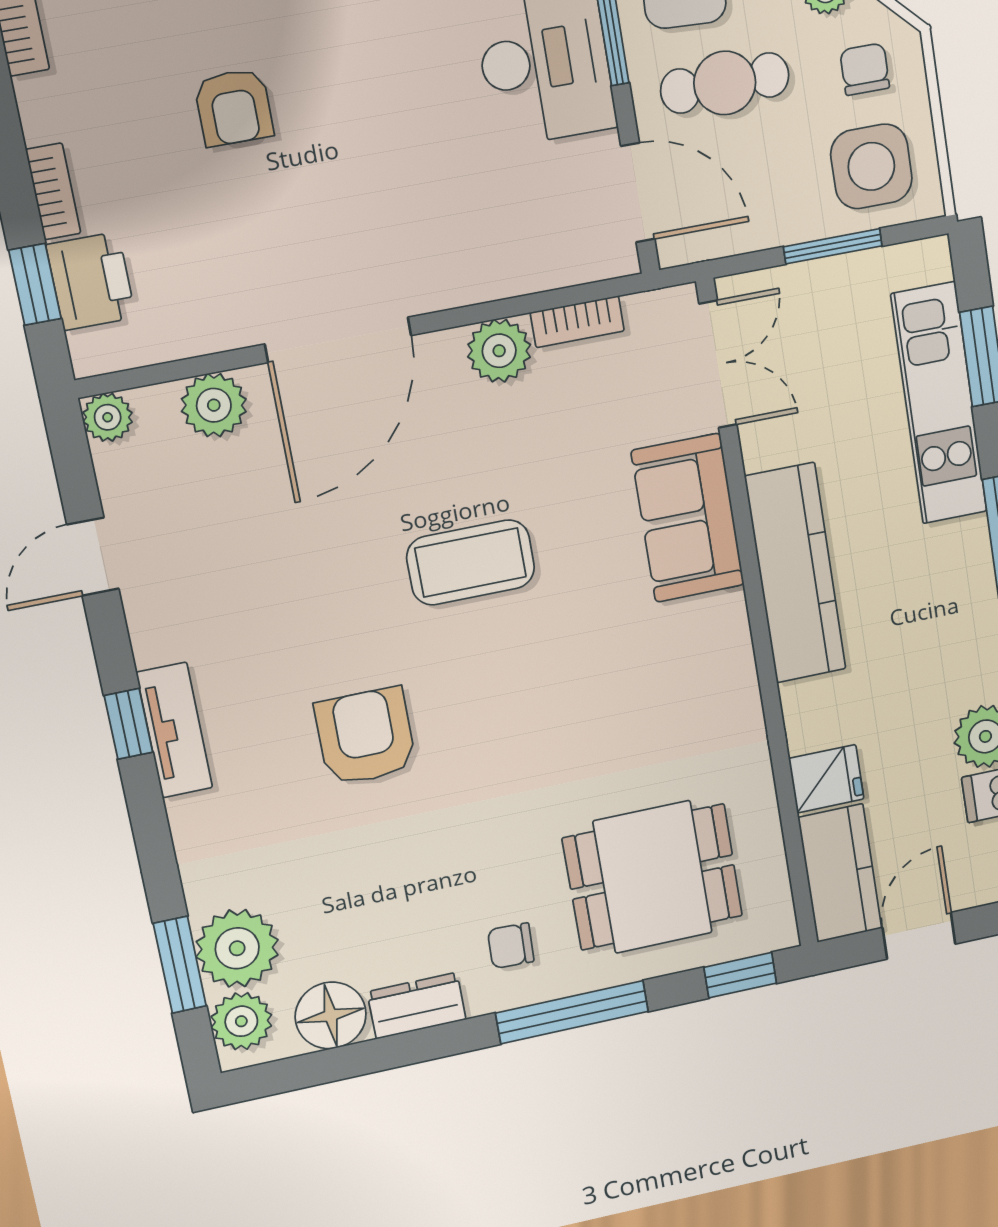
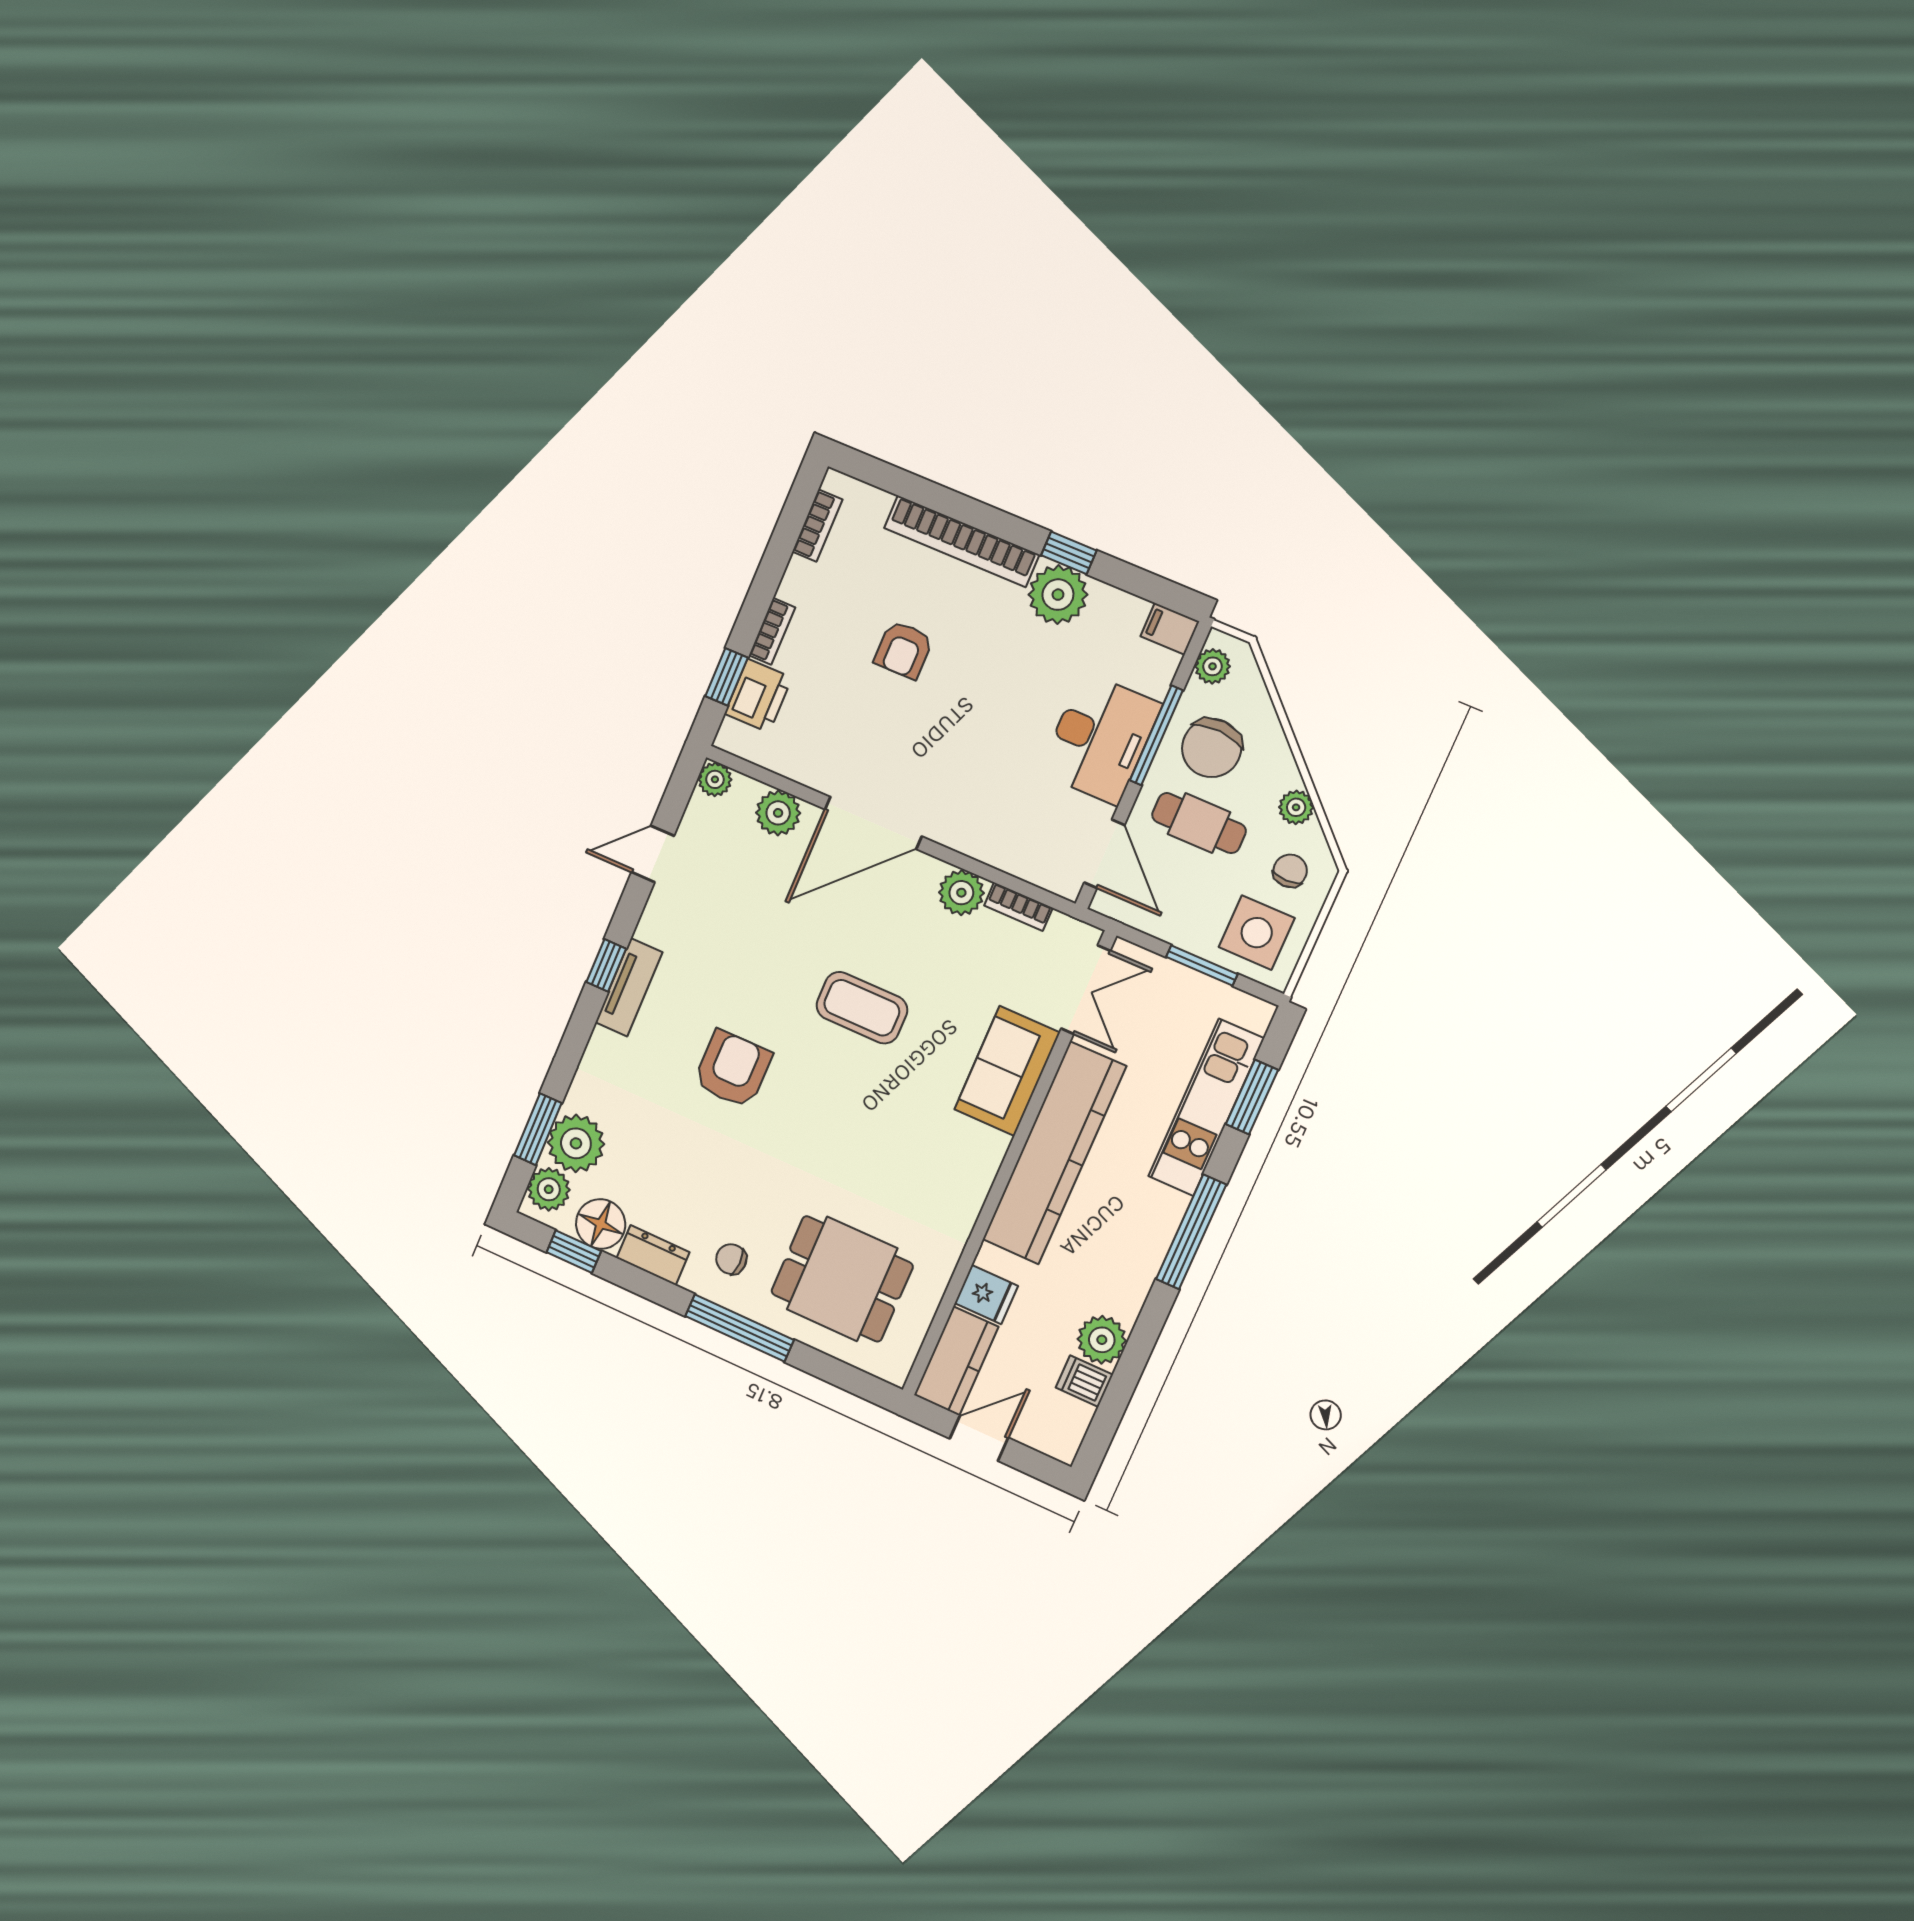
kitchen counter: (795, 573) -> (1054, 1153), width x1.39, depth x1.17
window: (740, 975) -> (574, 1252), moved

